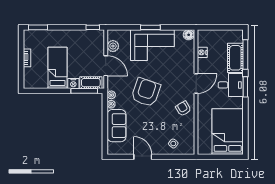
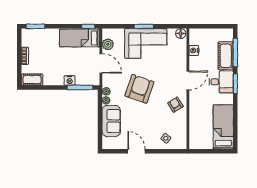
bed: (58, 68) -> (80, 38), moved, turned -90
cot: (91, 83) -> (32, 80), moved
bed: (228, 132) -> (223, 127), width x0.67

